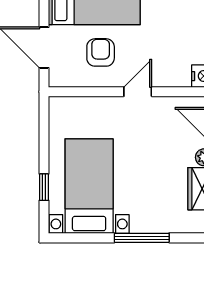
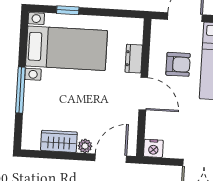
door: (138, 92) -> (143, 94), width x1.38
dresser: (97, 106) -> (134, 59), added

